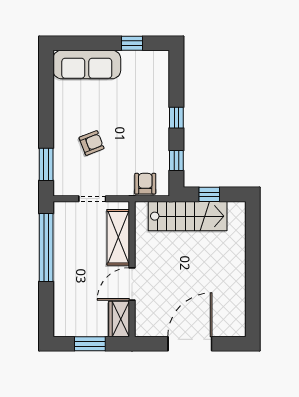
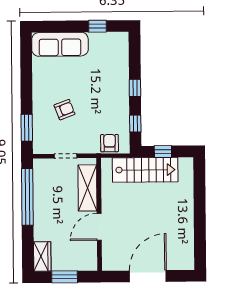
wardrobe: (119, 319) -> (42, 256), moved, turned 180

